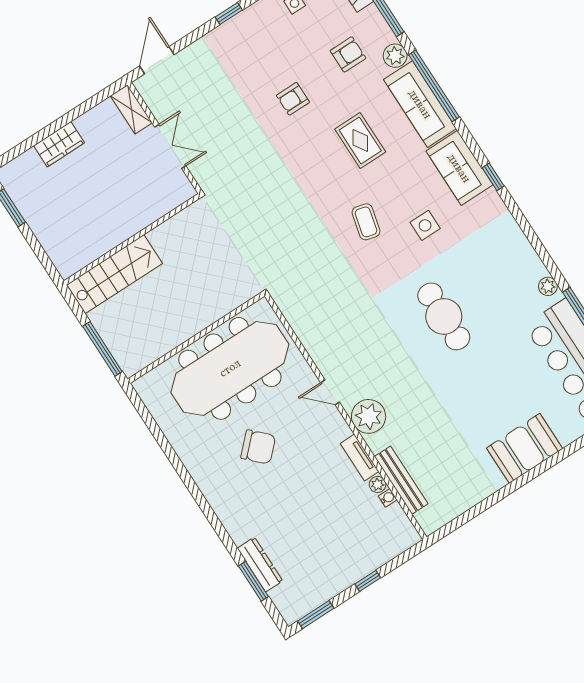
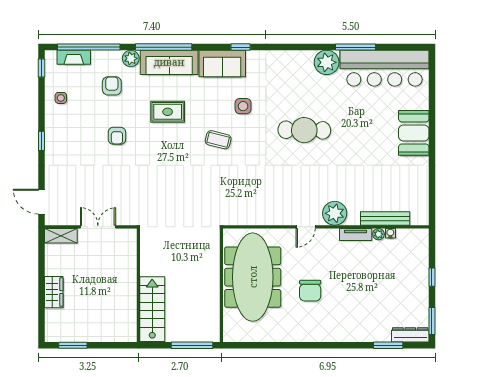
plant: (548, 286) -> (327, 62), width x1.87, depth x1.87
chair: (258, 447) -> (310, 291), turned 135
dresser: (260, 565) -> (410, 335), moved

